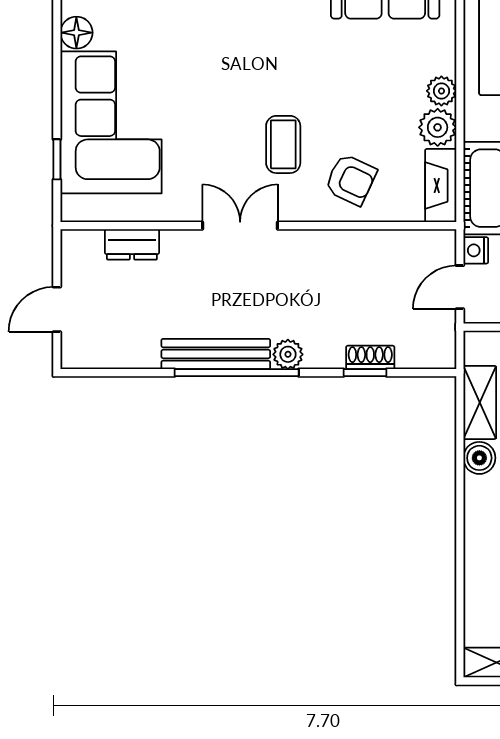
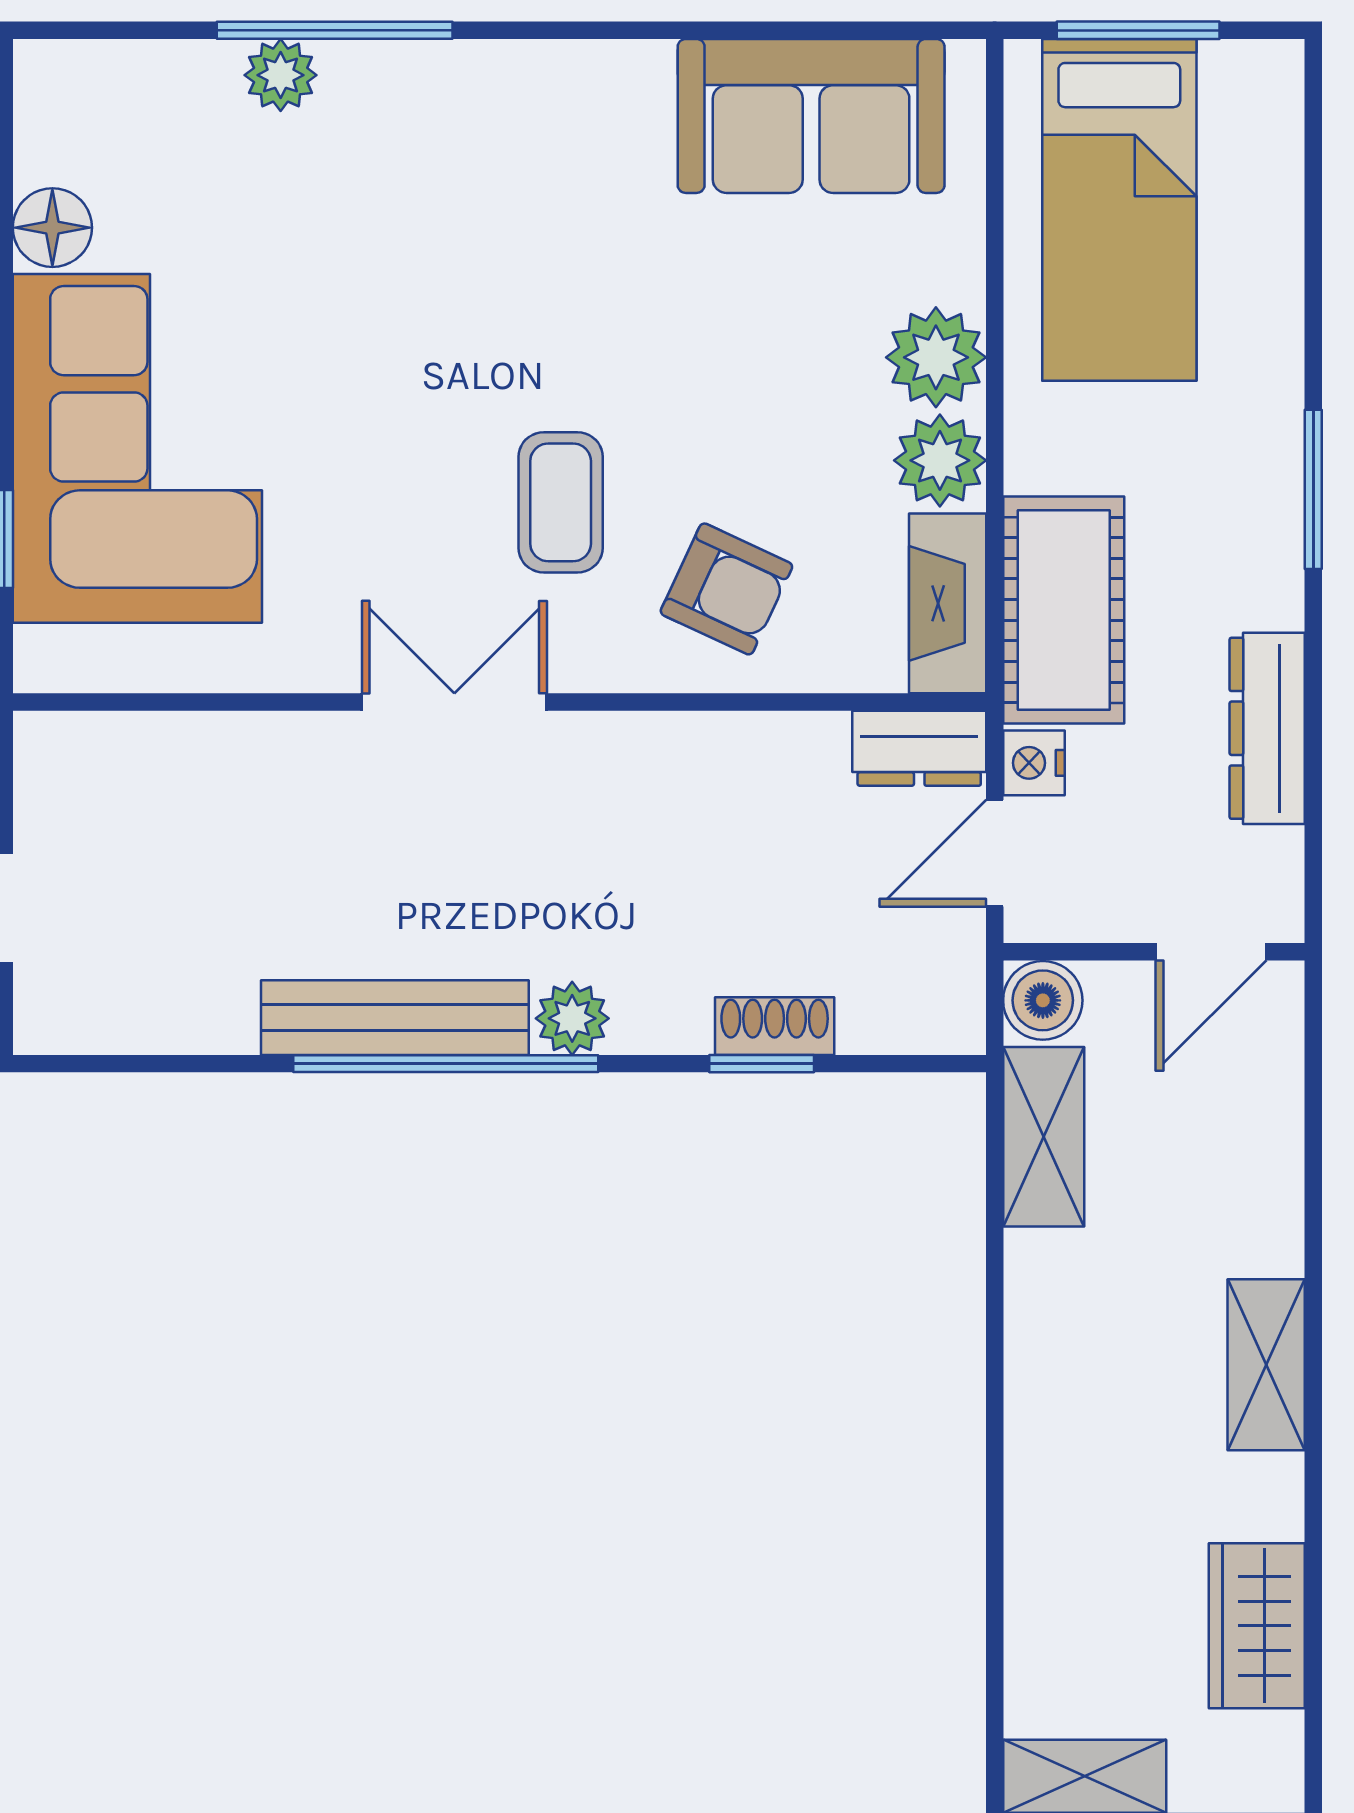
plant: (441, 91) -> (936, 357), width x1.38, depth x1.38
dresser: (132, 244) -> (919, 748), moved
boiler: (479, 458) -> (1043, 1000), moved

